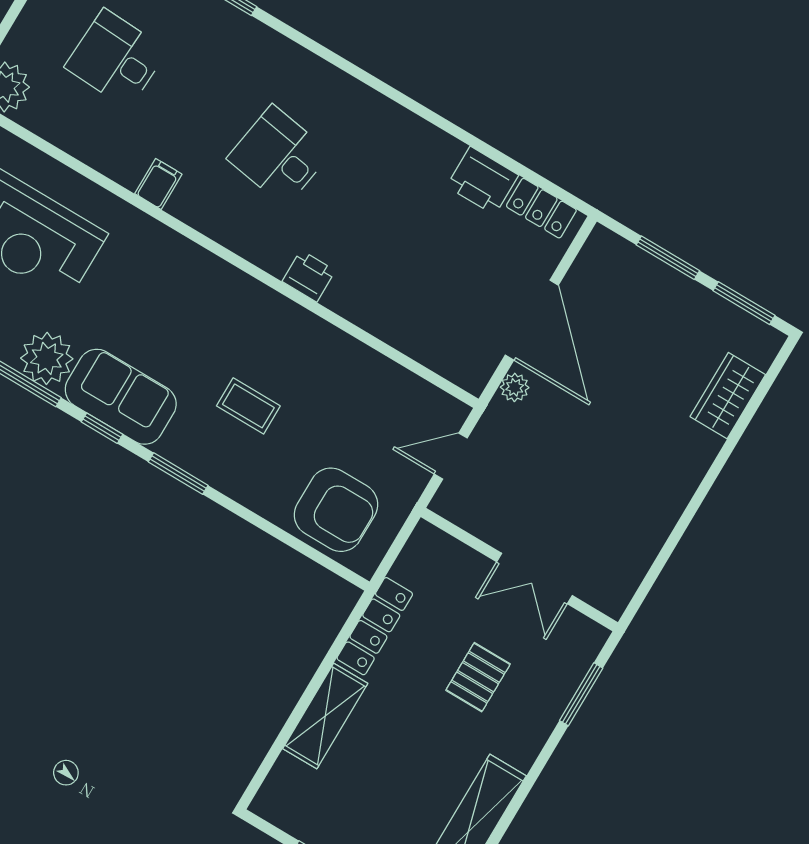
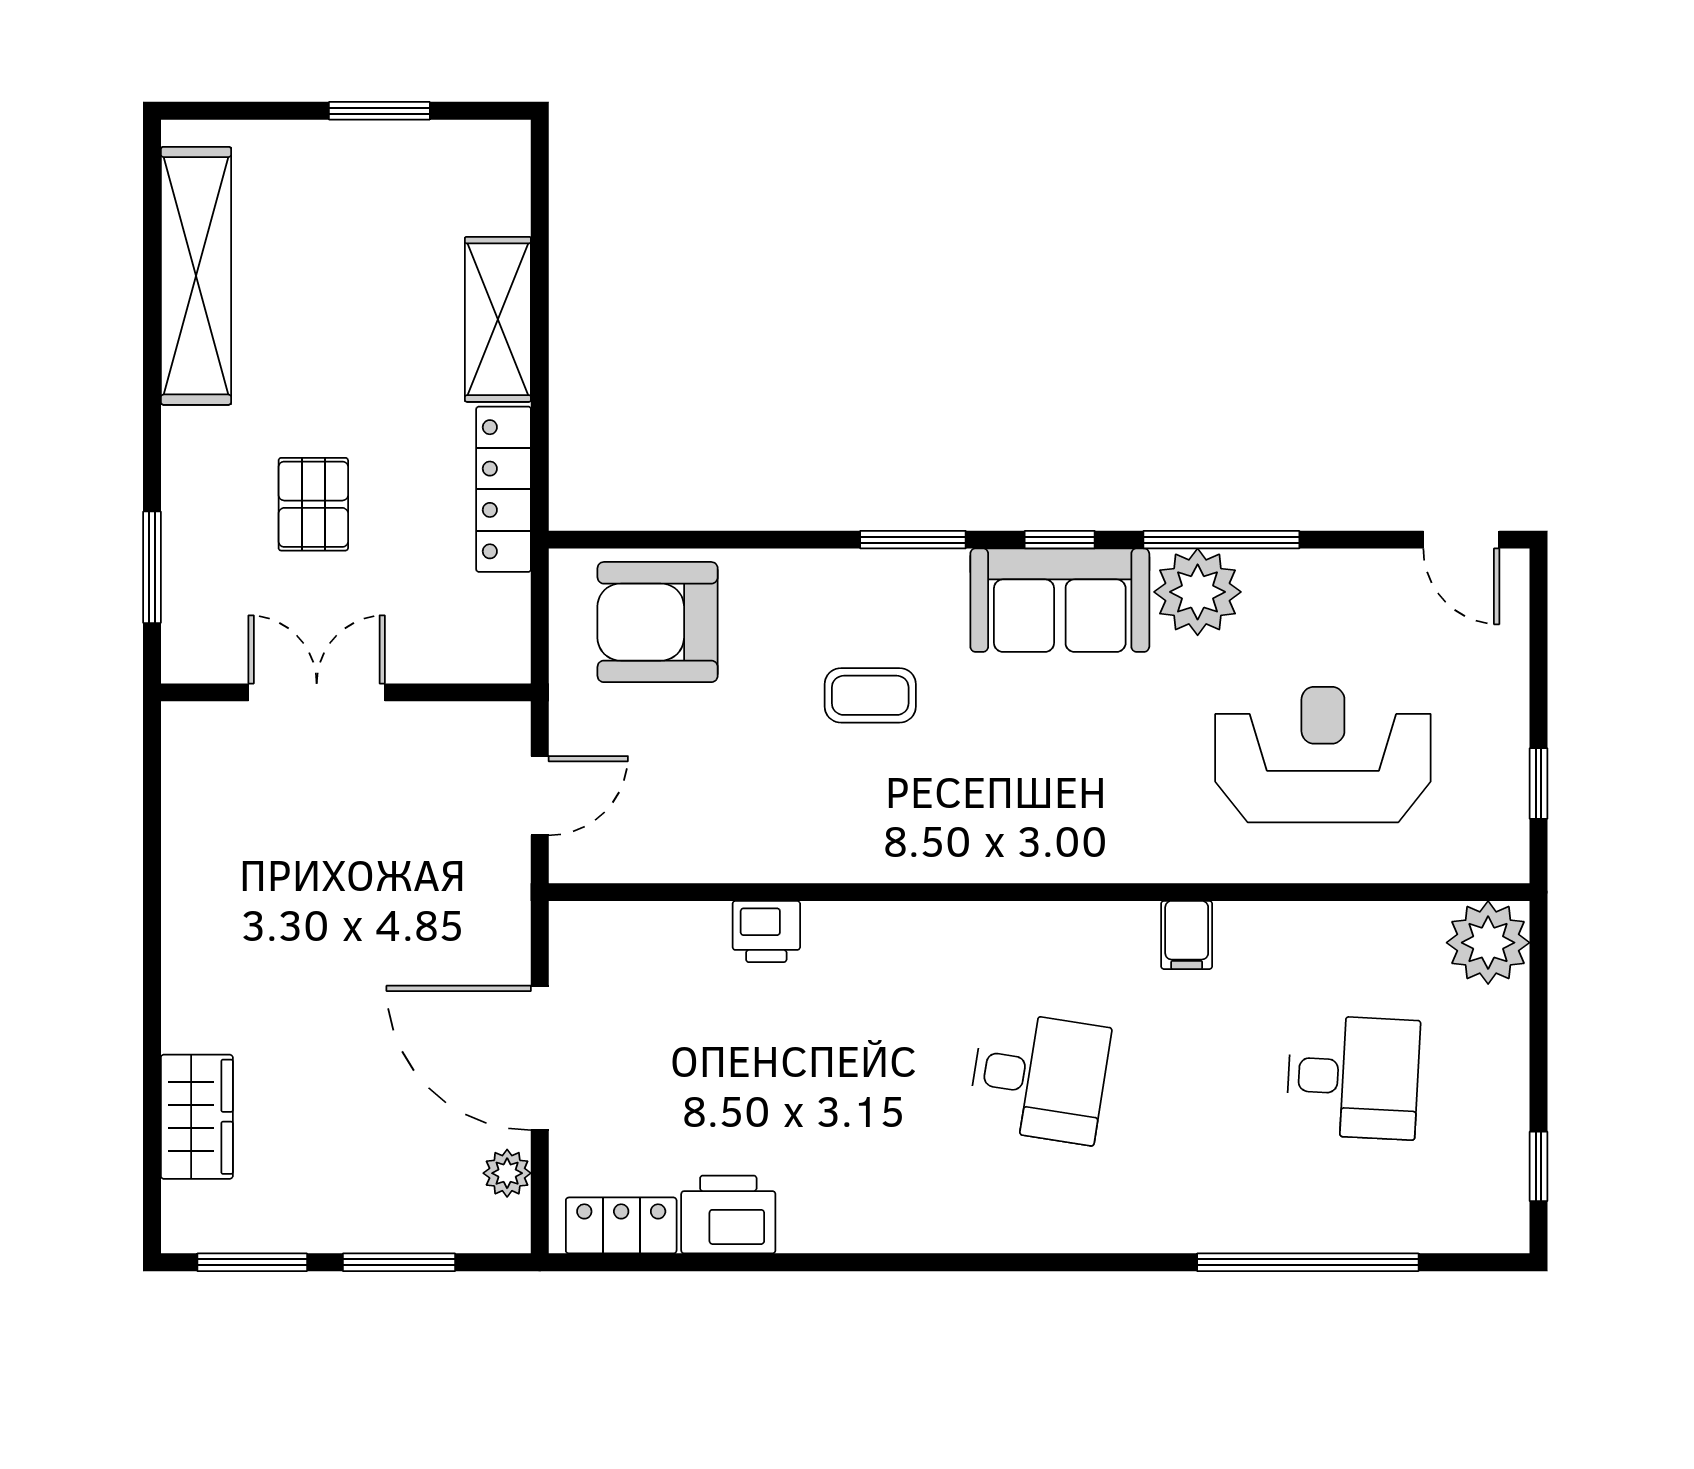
printer: (309, 276) -> (766, 932), moved
plant: (515, 387) -> (507, 1173), moved

